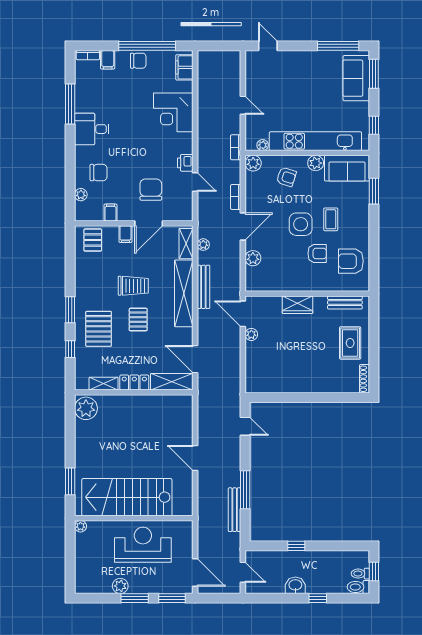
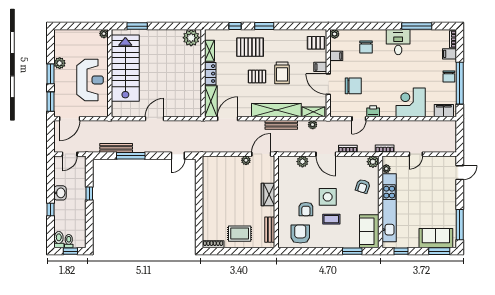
plant: (316, 163) -> (373, 208), removed
plant: (81, 195) -> (335, 34), moved

